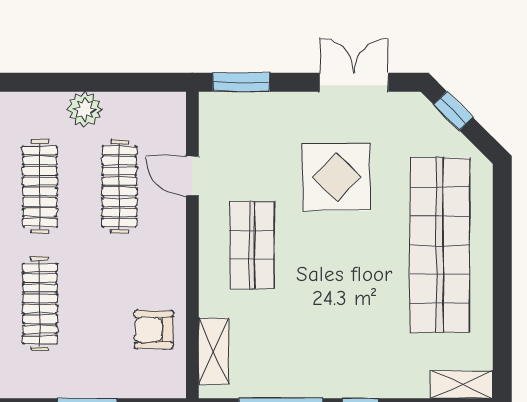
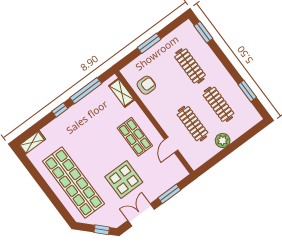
window: (241, 82) -> (169, 194), moved
double door: (354, 82) -> (141, 215), swing flipped
door: (192, 176) -> (171, 145), swing flipped

